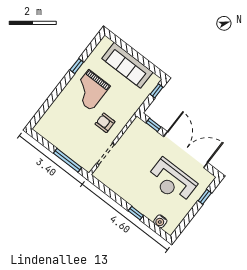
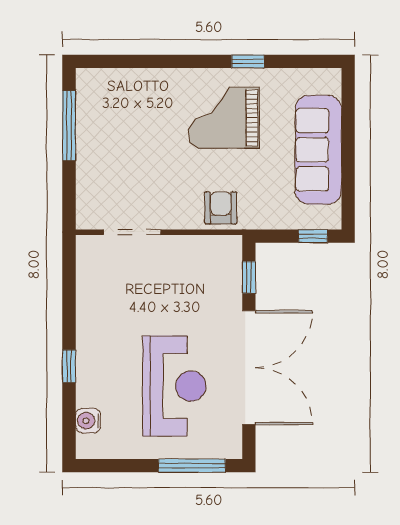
armchair: (105, 123) -> (221, 208), moved
window: (68, 160) -> (69, 126), moved
reception desk: (172, 181) -> (174, 386), turned 180
window: (205, 197) -> (192, 466), width x2.17

